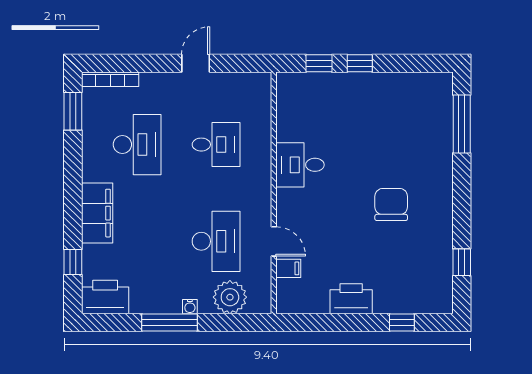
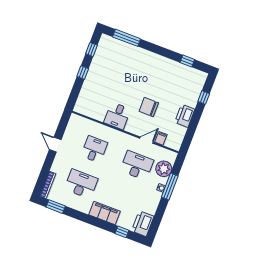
window: (319, 63) -> (92, 49), moved
chair: (391, 205) -> (149, 107), moved
window: (169, 323) -> (170, 187), moved

